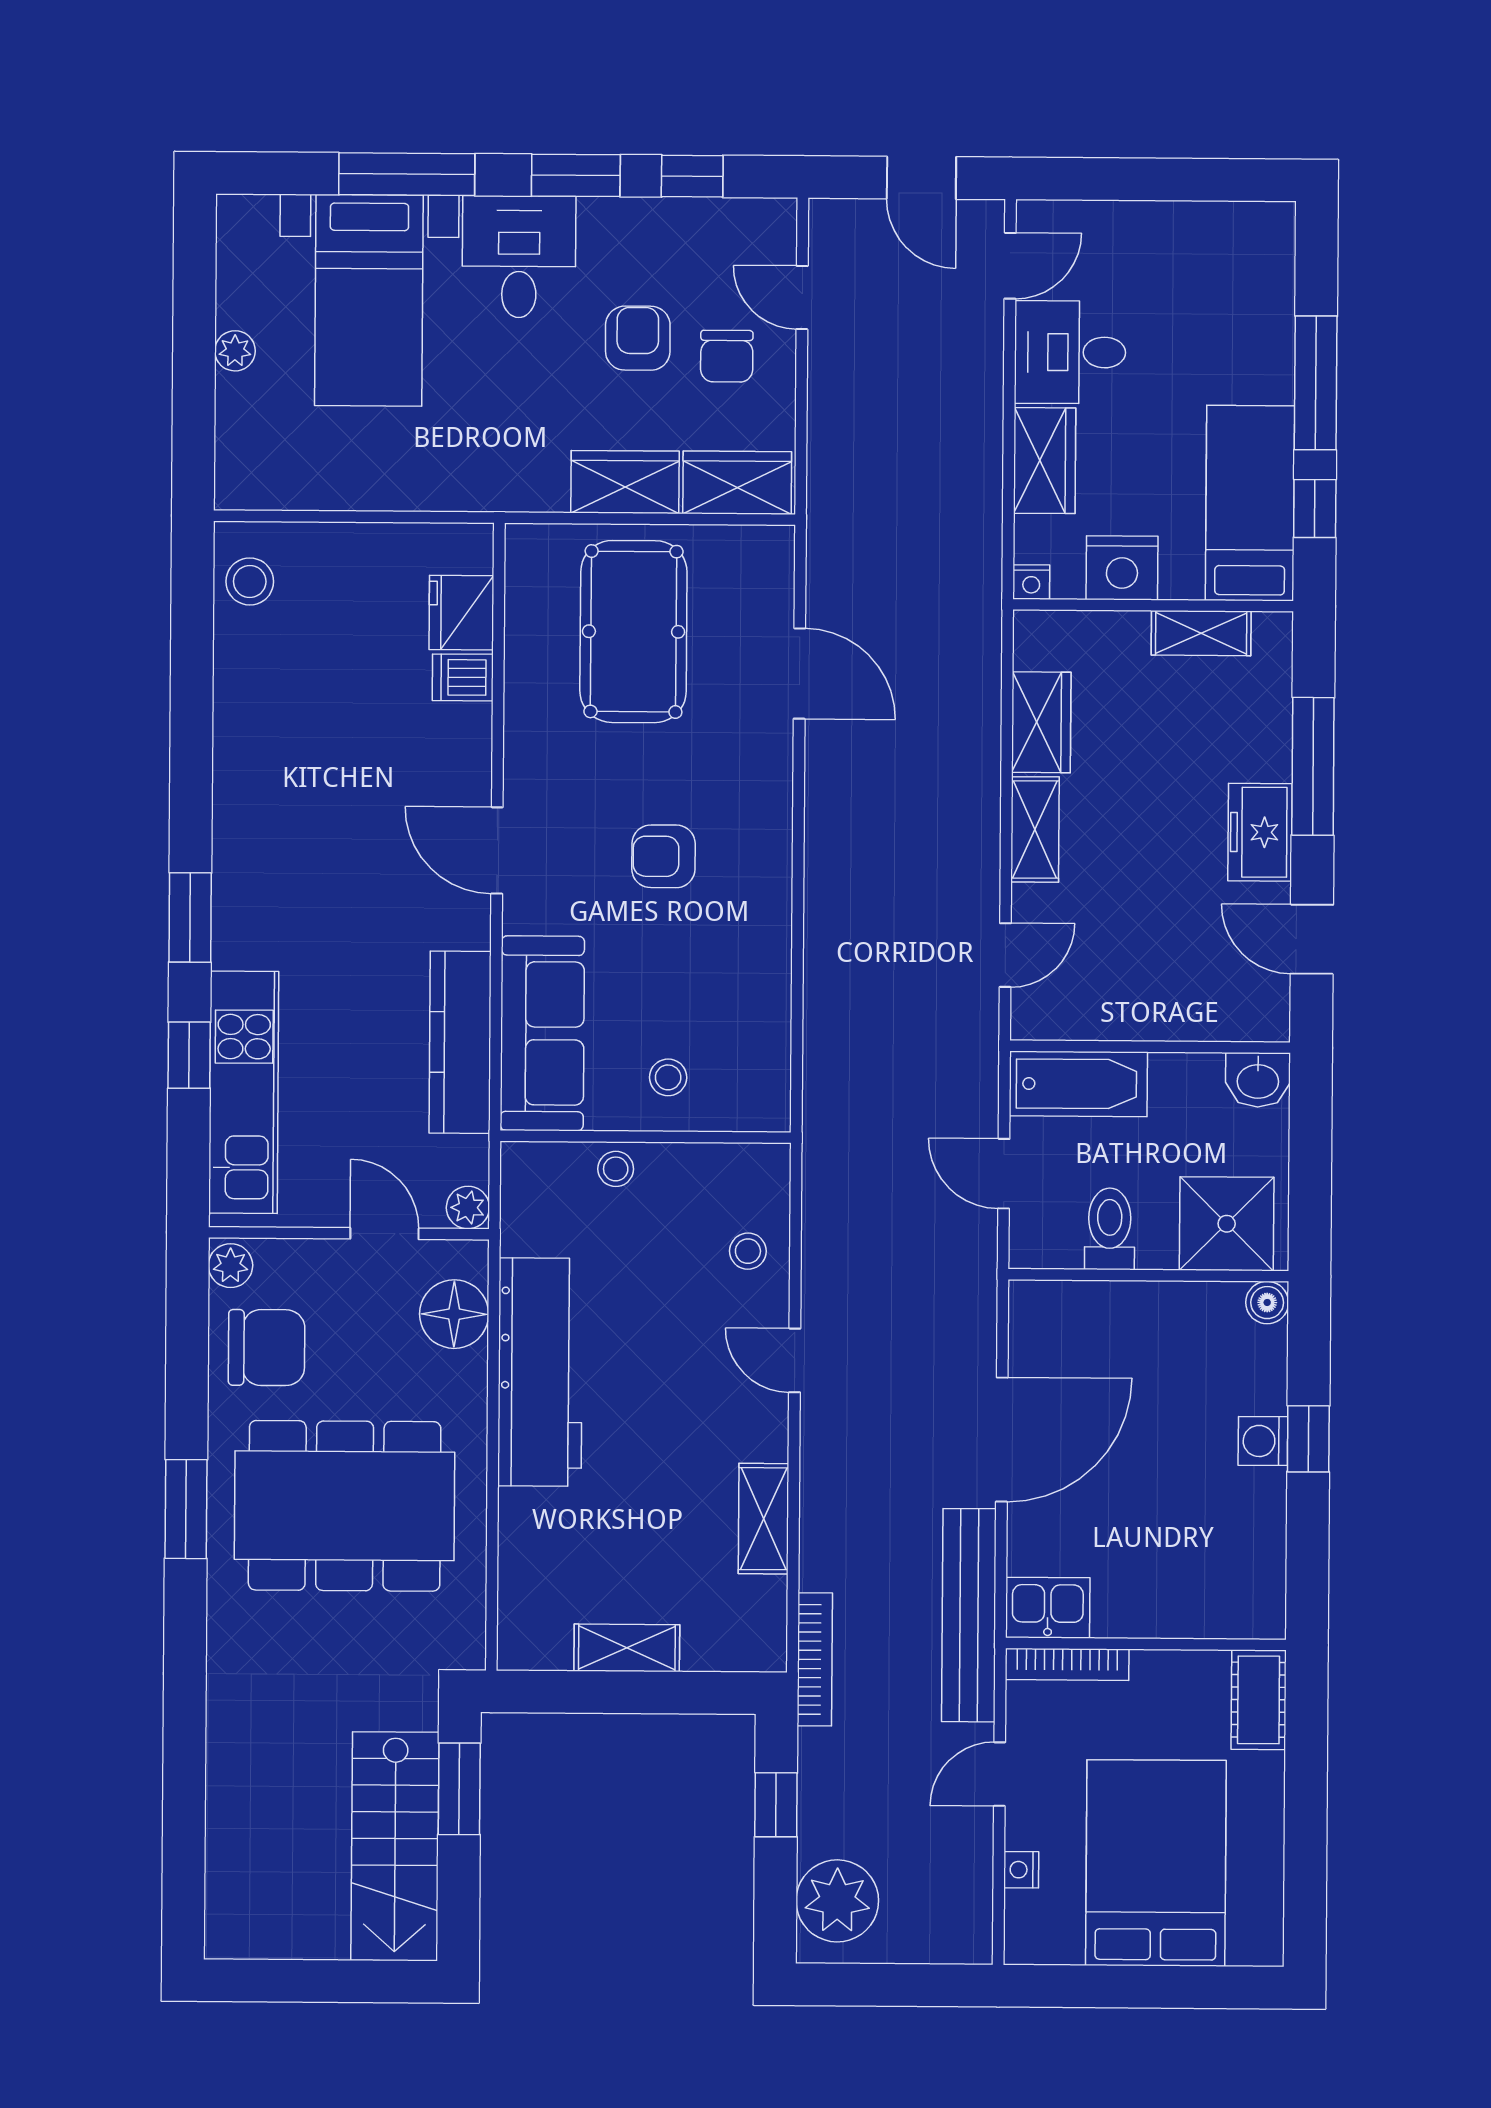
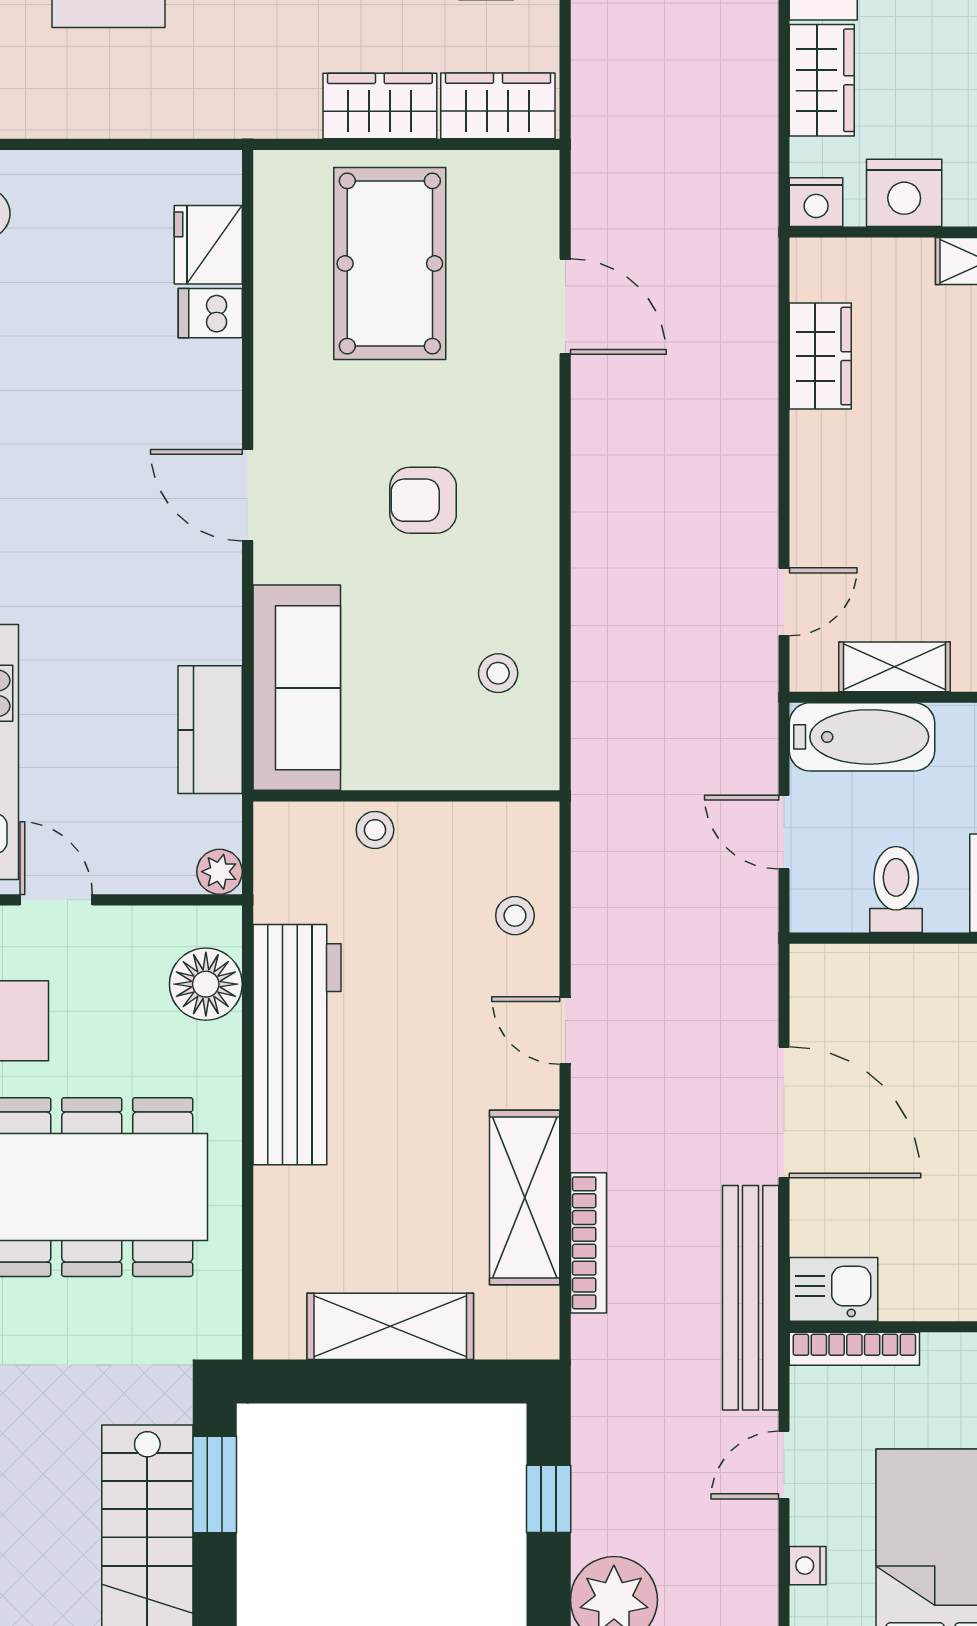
nightstand: (1031, 582) -> (816, 202), width x1.39, depth x1.35
shelving: (1035, 829) -> (894, 667), moved, turned 90
kitchen counter: (460, 1042) -> (210, 730), width x0.67
stool: (668, 1077) -> (498, 673), moved
door: (384, 1234) -> (56, 900), moved
door: (1002, 1440) -> (784, 1112), hinge flipped
shelving: (764, 1519) -> (525, 1197), width x1.50, depth x1.33
shelving: (627, 1648) -> (390, 1326), width x1.50, depth x1.33
bookcase: (815, 1659) -> (588, 1243), moved

